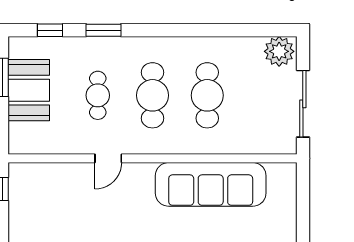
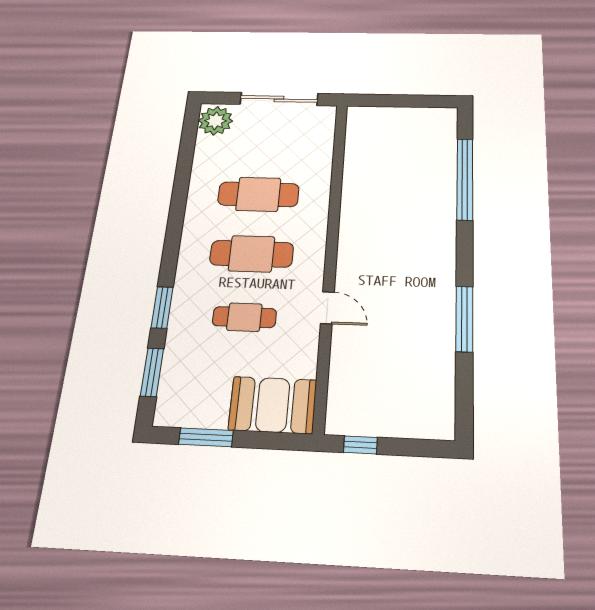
window: (50, 30) -> (152, 372), width x1.50
booth: (29, 90) -> (273, 405), moved
sofa: (211, 184) -> (368, 193), removed

